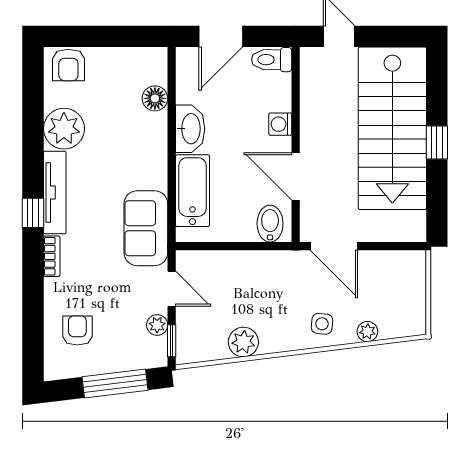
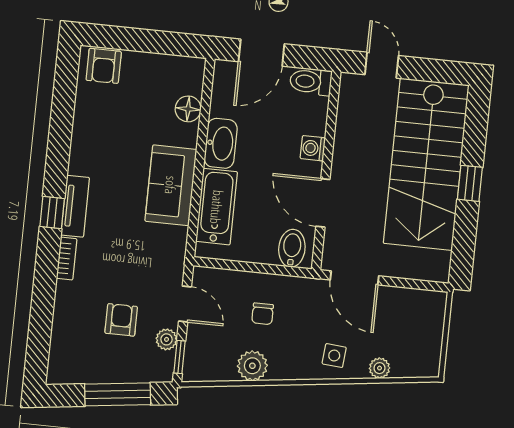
plant: (64, 129) -> (92, 130), removed
tv unit: (55, 193) -> (75, 206), width x0.71
sofa: (146, 228) -> (171, 185), moved
chair: (248, 290) -> (263, 314), added
armchair: (77, 330) -> (121, 320), moved

